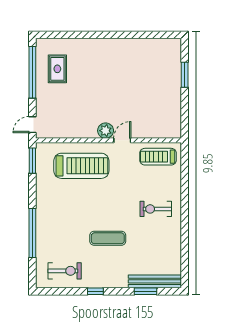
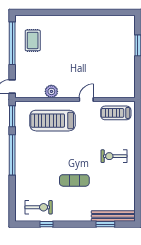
plant: (106, 131) -> (51, 91), moved
treadmill: (81, 166) -> (53, 121), turned 180
window: (32, 233) -> (12, 155), moved
window: (95, 291) -> (46, 224), moved

